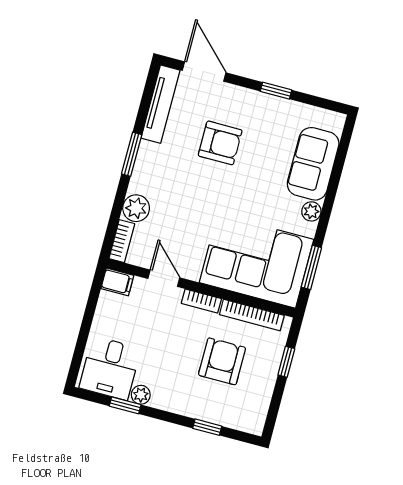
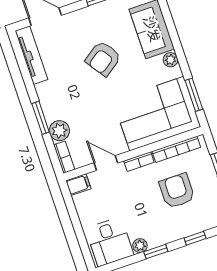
armchair: (220, 143) -> (103, 58), moved, turned 145
window: (132, 154) -> (41, 118), moved
window: (125, 405) -> (156, 252), moved

